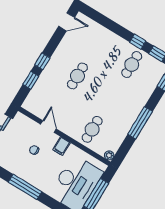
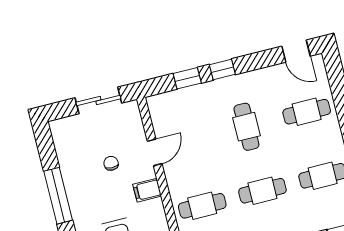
cafe table: (97, 44) -> (307, 112), added
cafe table: (77, 76) -> (246, 127), turned 90
cafe table: (112, 97) -> (262, 191), added

